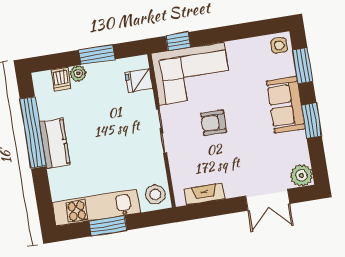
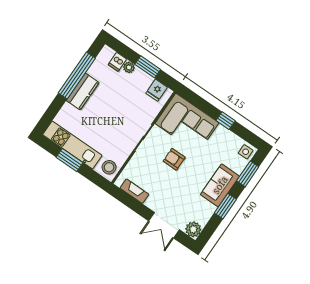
window: (178, 41) -> (226, 121), moved
fridge: (139, 81) -> (157, 90), moved, turned -90

